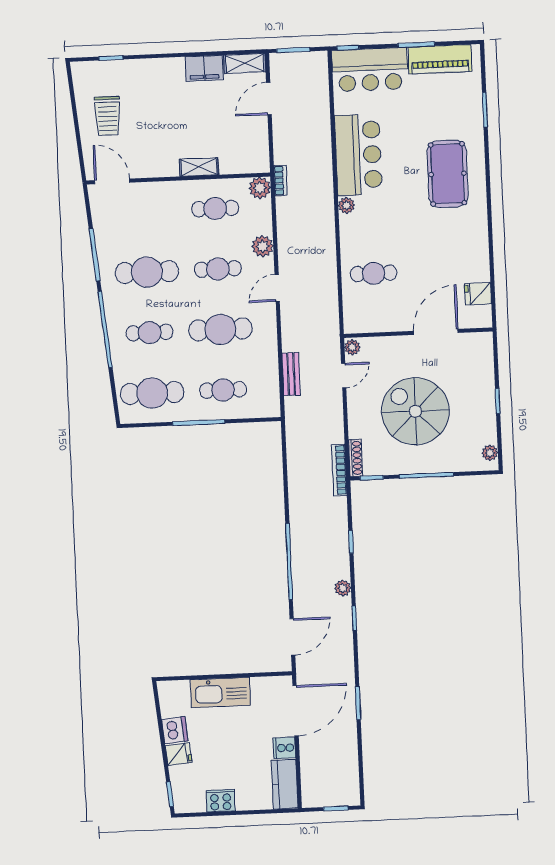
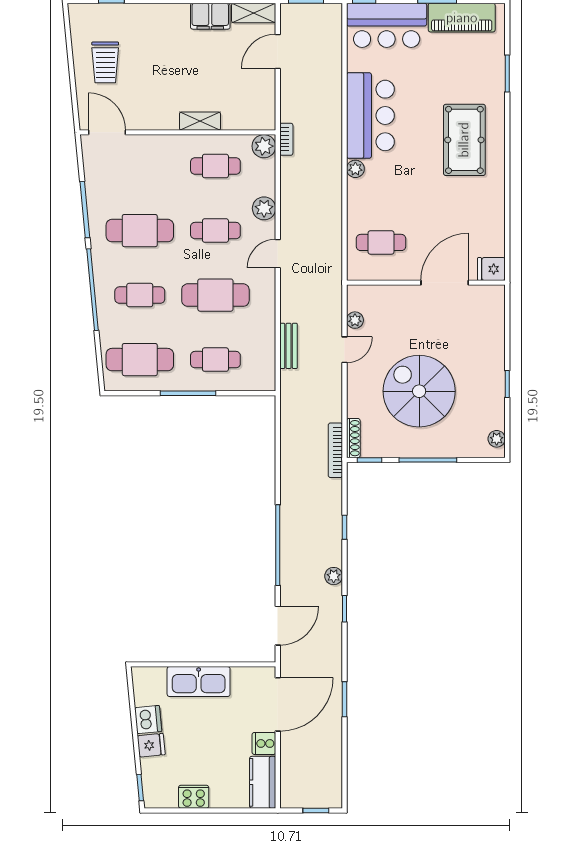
door: (436, 332) -> (445, 283), moved
wall: (418, 333) -> (426, 283), moved

